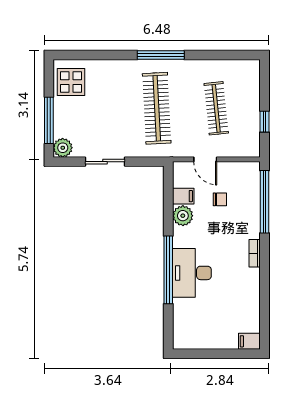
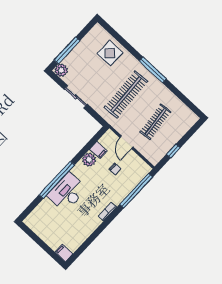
display table: (71, 82) -> (110, 53), moved

